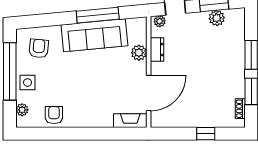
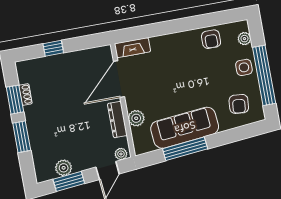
dresser: (157, 50) -> (117, 120), width x1.44
shoe rack: (240, 109) -> (25, 94), moved

